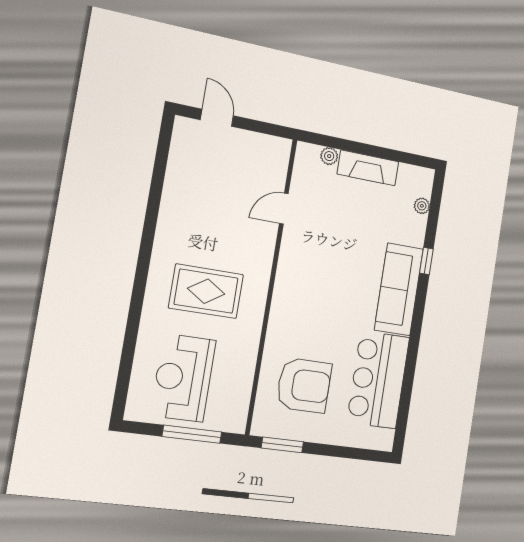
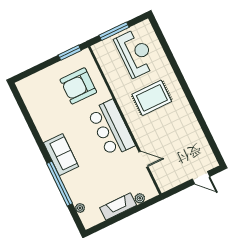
door: (284, 209) -> (143, 159), hinge flipped
window: (426, 261) -> (60, 184), width x3.17
sofa: (399, 289) -> (61, 155), width x0.73
bar counter: (378, 380) -> (111, 128), moved, turned 180

